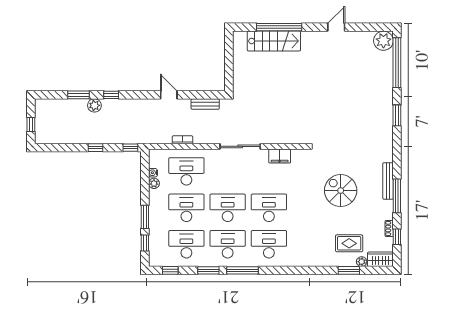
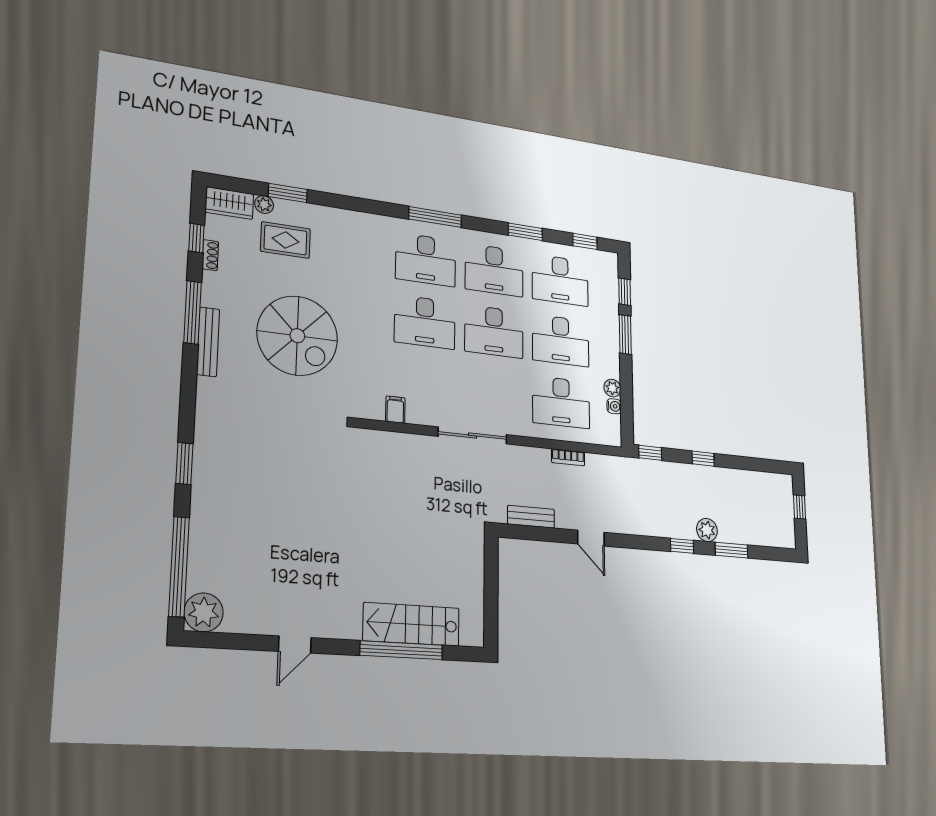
filing cabinet: (280, 156) -> (395, 410), width x0.50
spiral stairs: (341, 191) -> (297, 336), width x1.37, depth x1.37
window: (242, 270) -> (435, 217), moved

